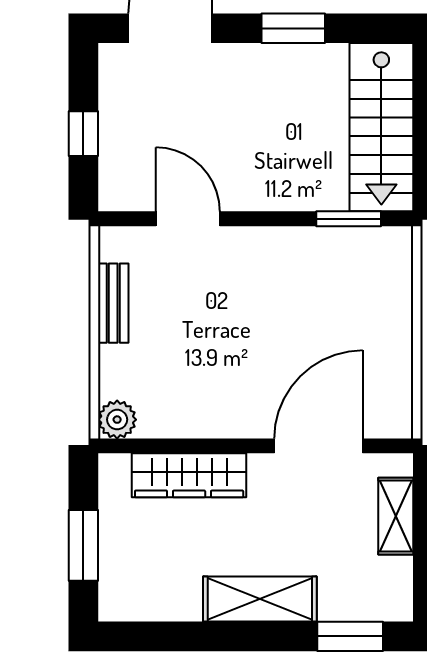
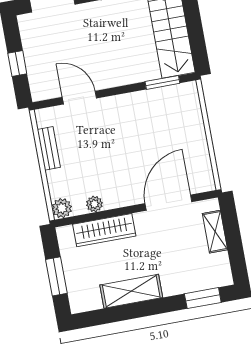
plant: (179, 423) -> (94, 204), added
shelving: (260, 599) -> (131, 291), moved

